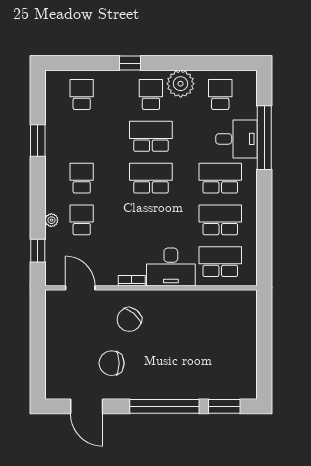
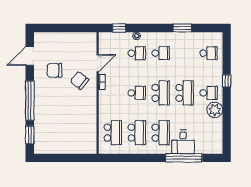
school desk: (220, 95) -> (137, 93), moved
desk: (171, 267) -> (110, 104), removed
door: (80, 288) -> (98, 63), moved
chair: (112, 363) -> (54, 70), turned -90

